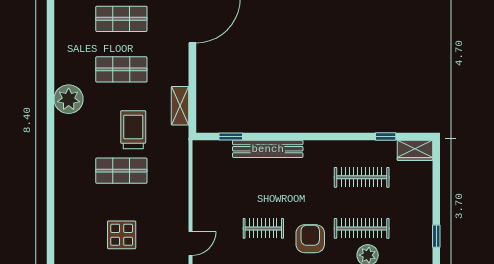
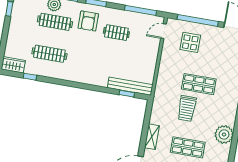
shelving: (180, 106) -> (152, 137), moved
bench: (268, 149) -> (130, 86), moved
display table: (122, 235) -> (190, 42), moved

